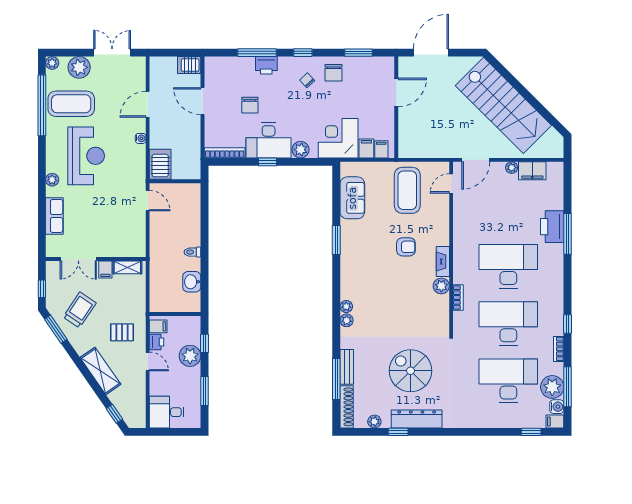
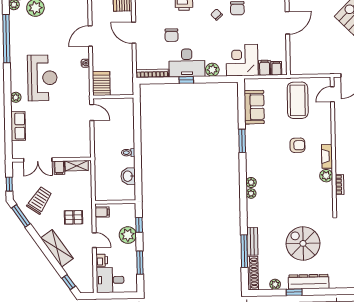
coffee table: (71, 104) -> (30, 37), removed
plant: (347, 320) -> (251, 182), moved
printer: (157, 342) -> (102, 260), moved

